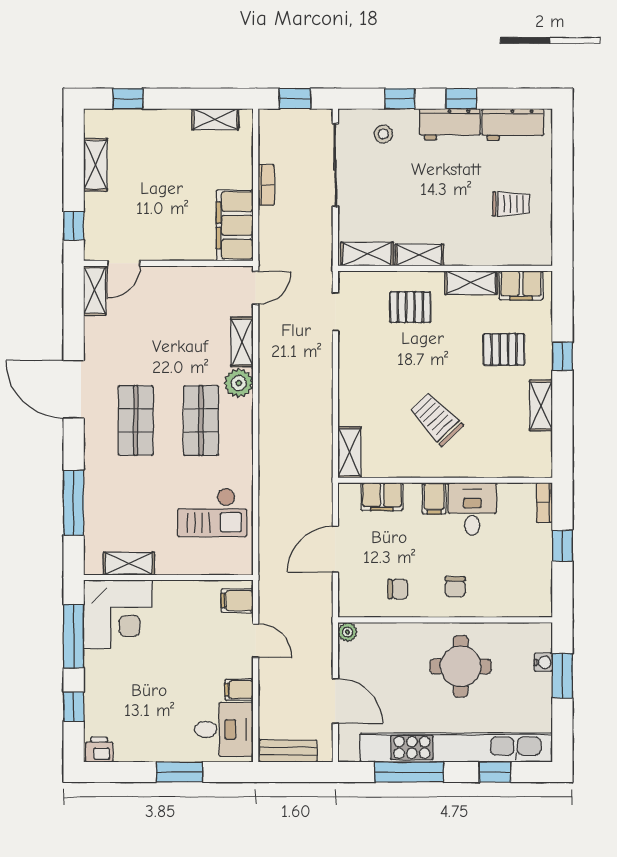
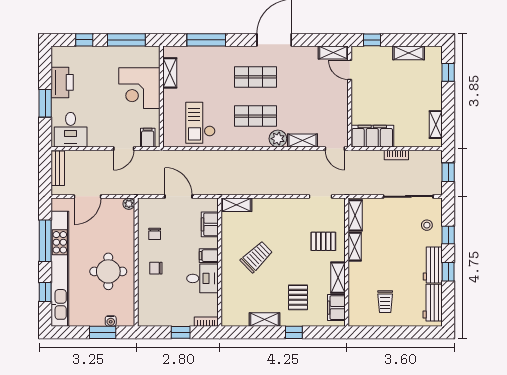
pallet: (410, 307) -> (323, 241), turned 90
corner desk: (118, 614) -> (139, 88), moved
filing cabinet: (239, 690) -> (94, 139), removed
printer: (99, 750) -> (62, 82), moved, width x1.87, depth x1.48

